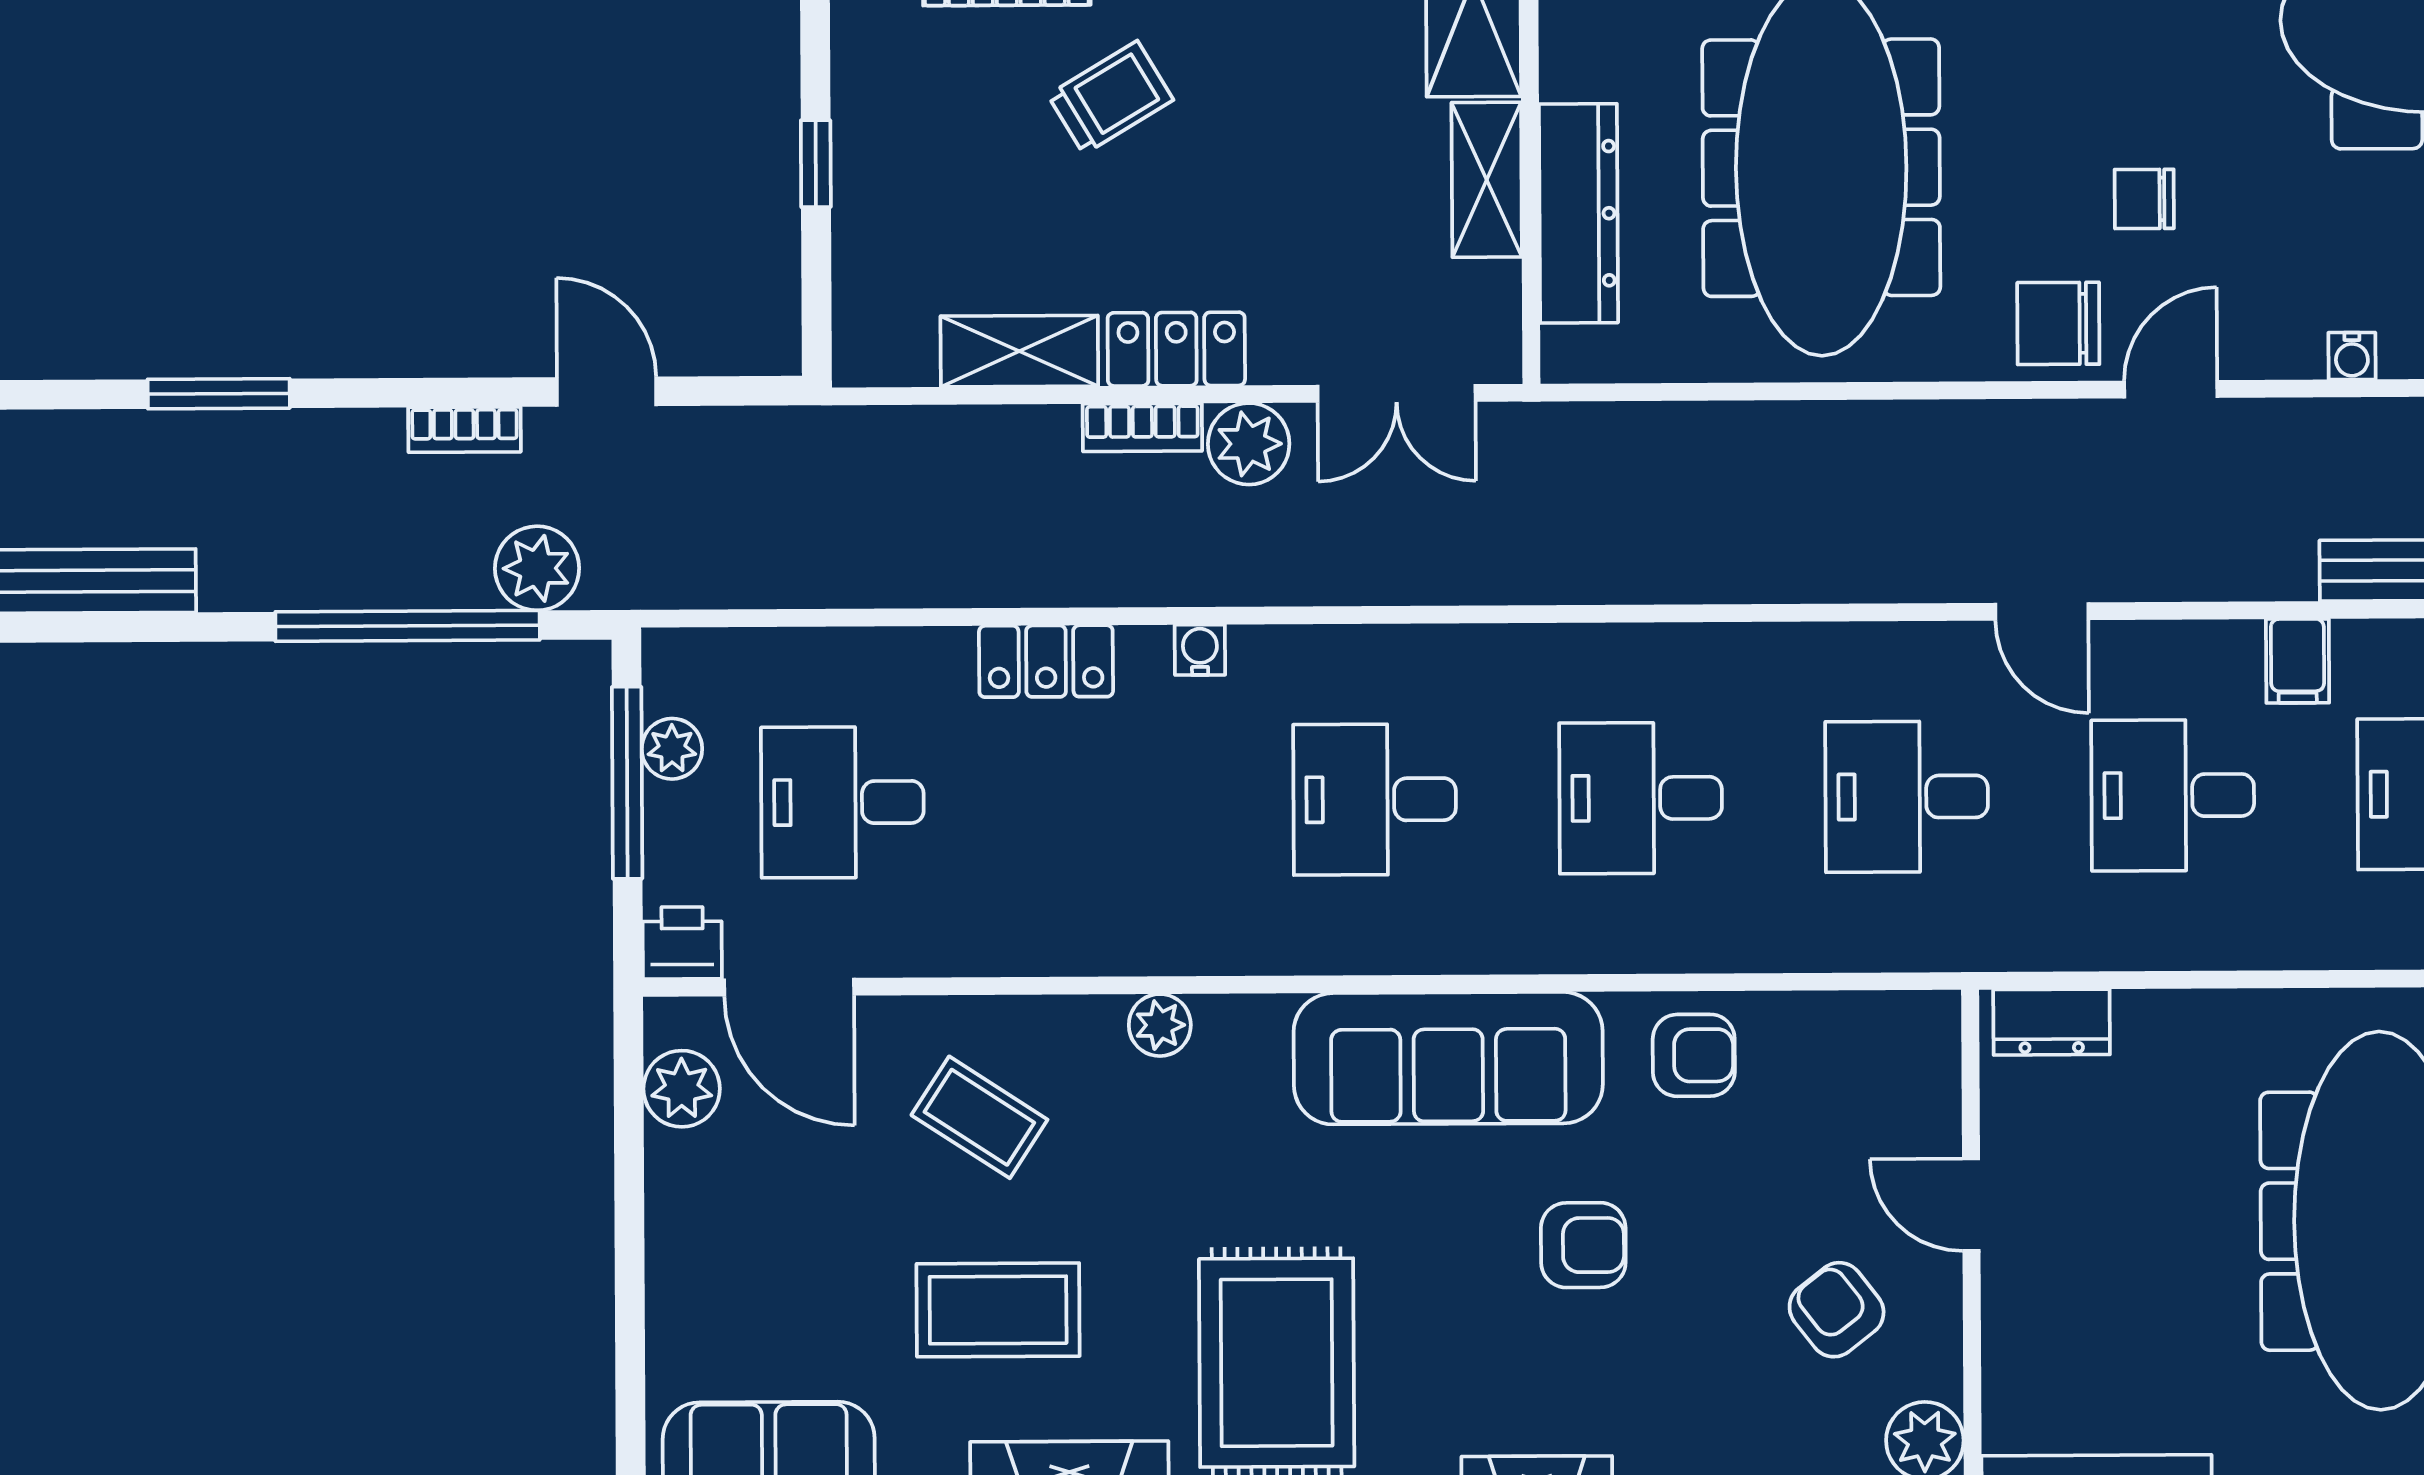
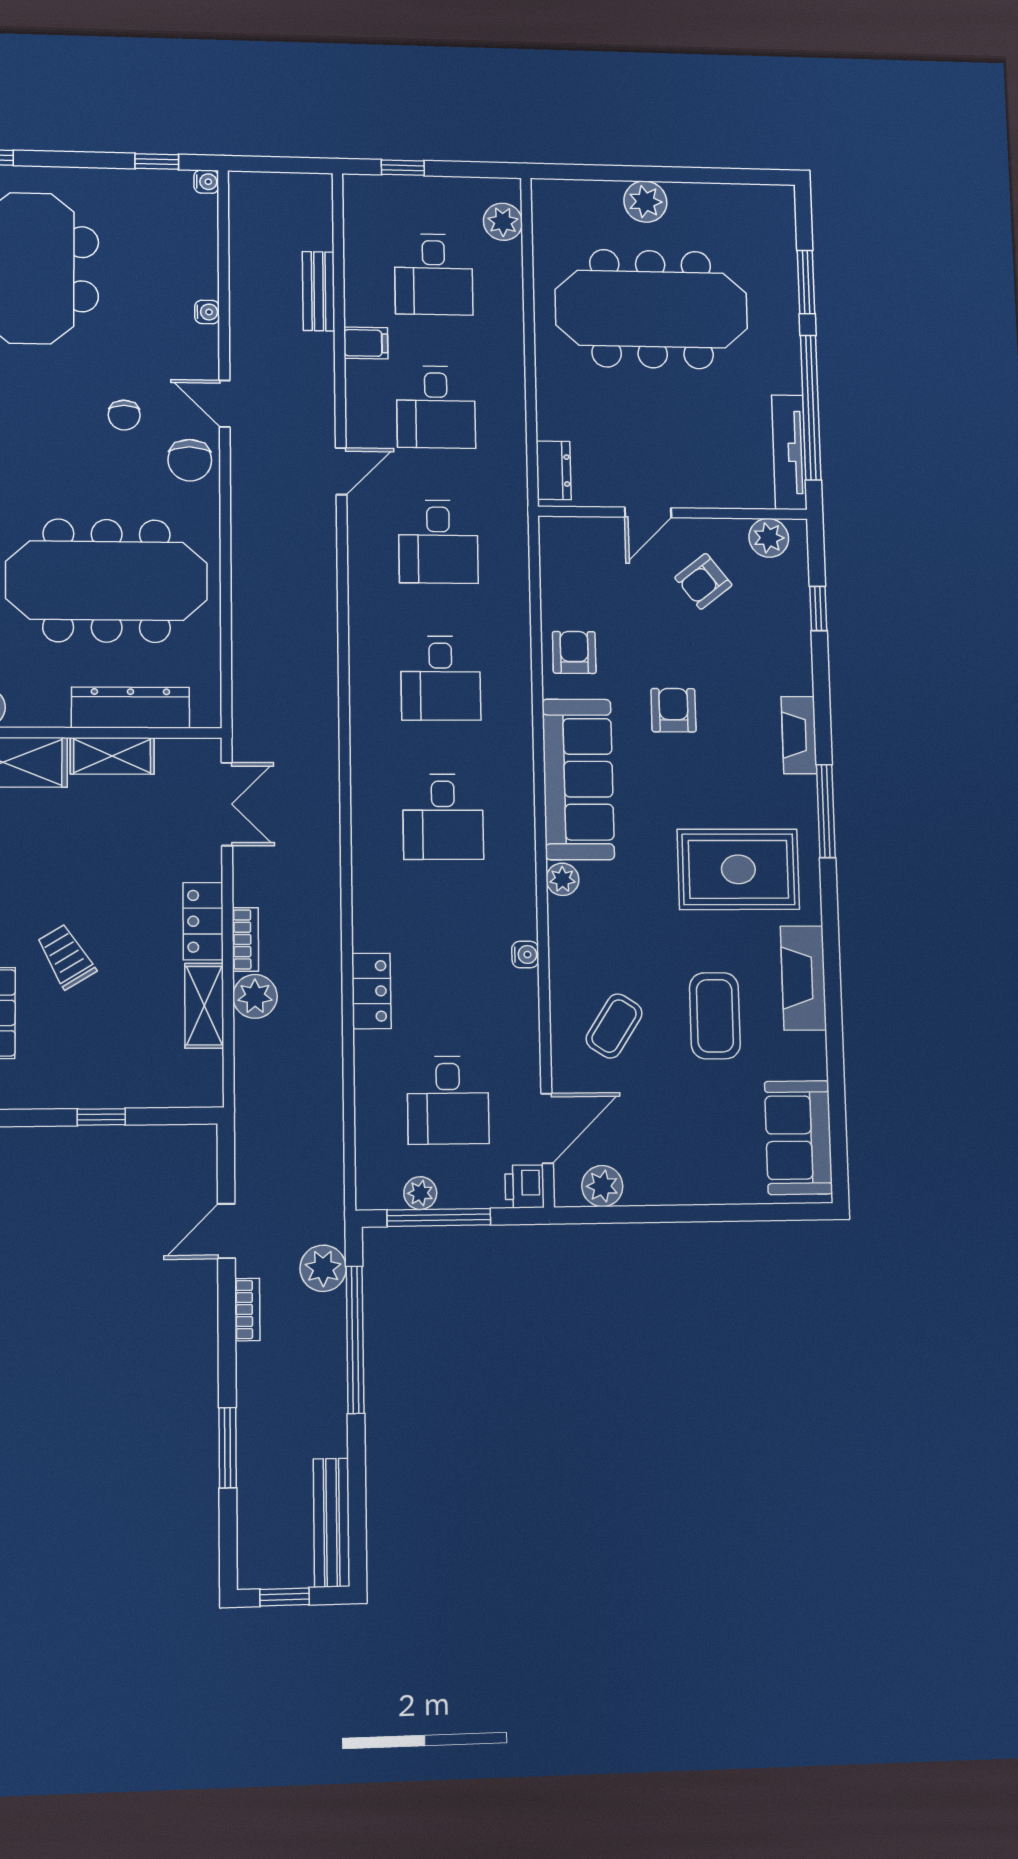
plant: (1249, 444) -> (255, 996), moved
water cooler: (1200, 650) -> (525, 955), moved, turned 180
plant: (1160, 1025) -> (562, 879), moved

